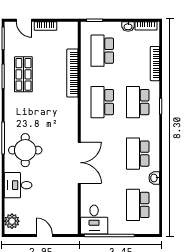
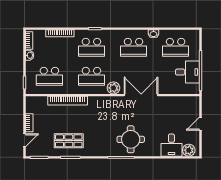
plant: (88, 129) -> (113, 88), added
desk: (18, 185) -> (171, 145), moved
desk: (94, 220) -> (187, 72), moved

